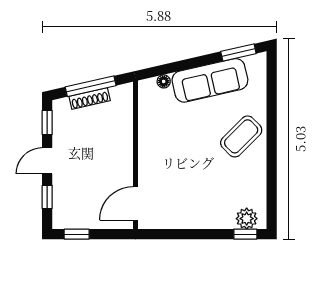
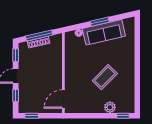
window: (238, 52) -> (100, 22), moved
coffee table: (241, 136) -> (105, 77), moved
plant: (247, 219) -> (110, 107), moved

